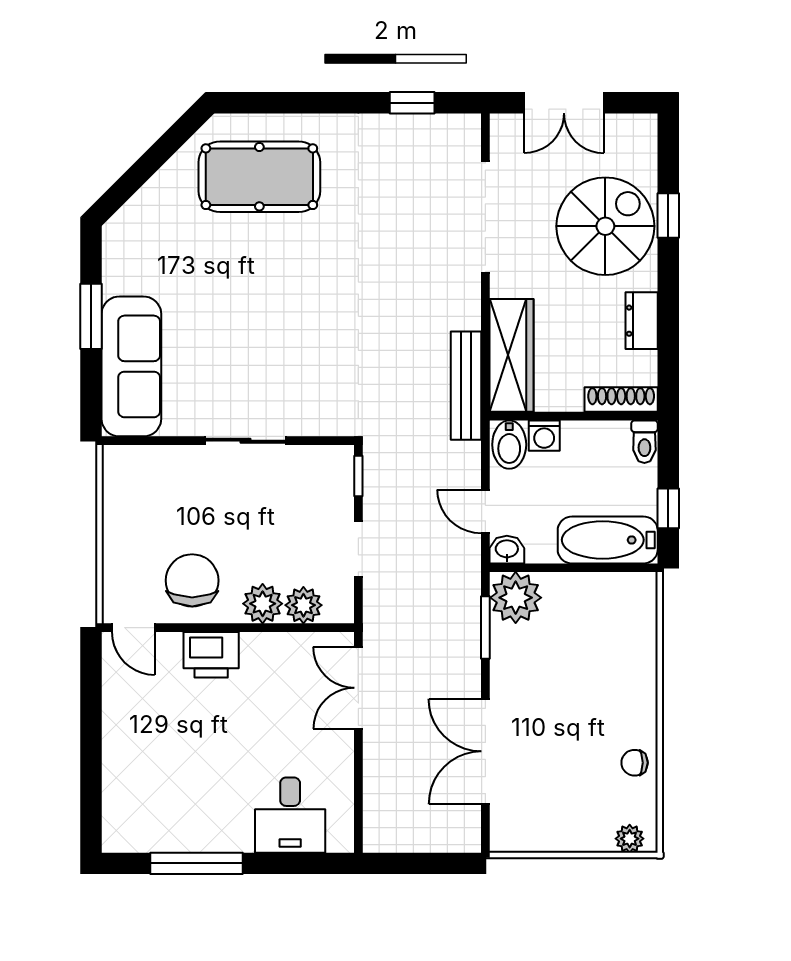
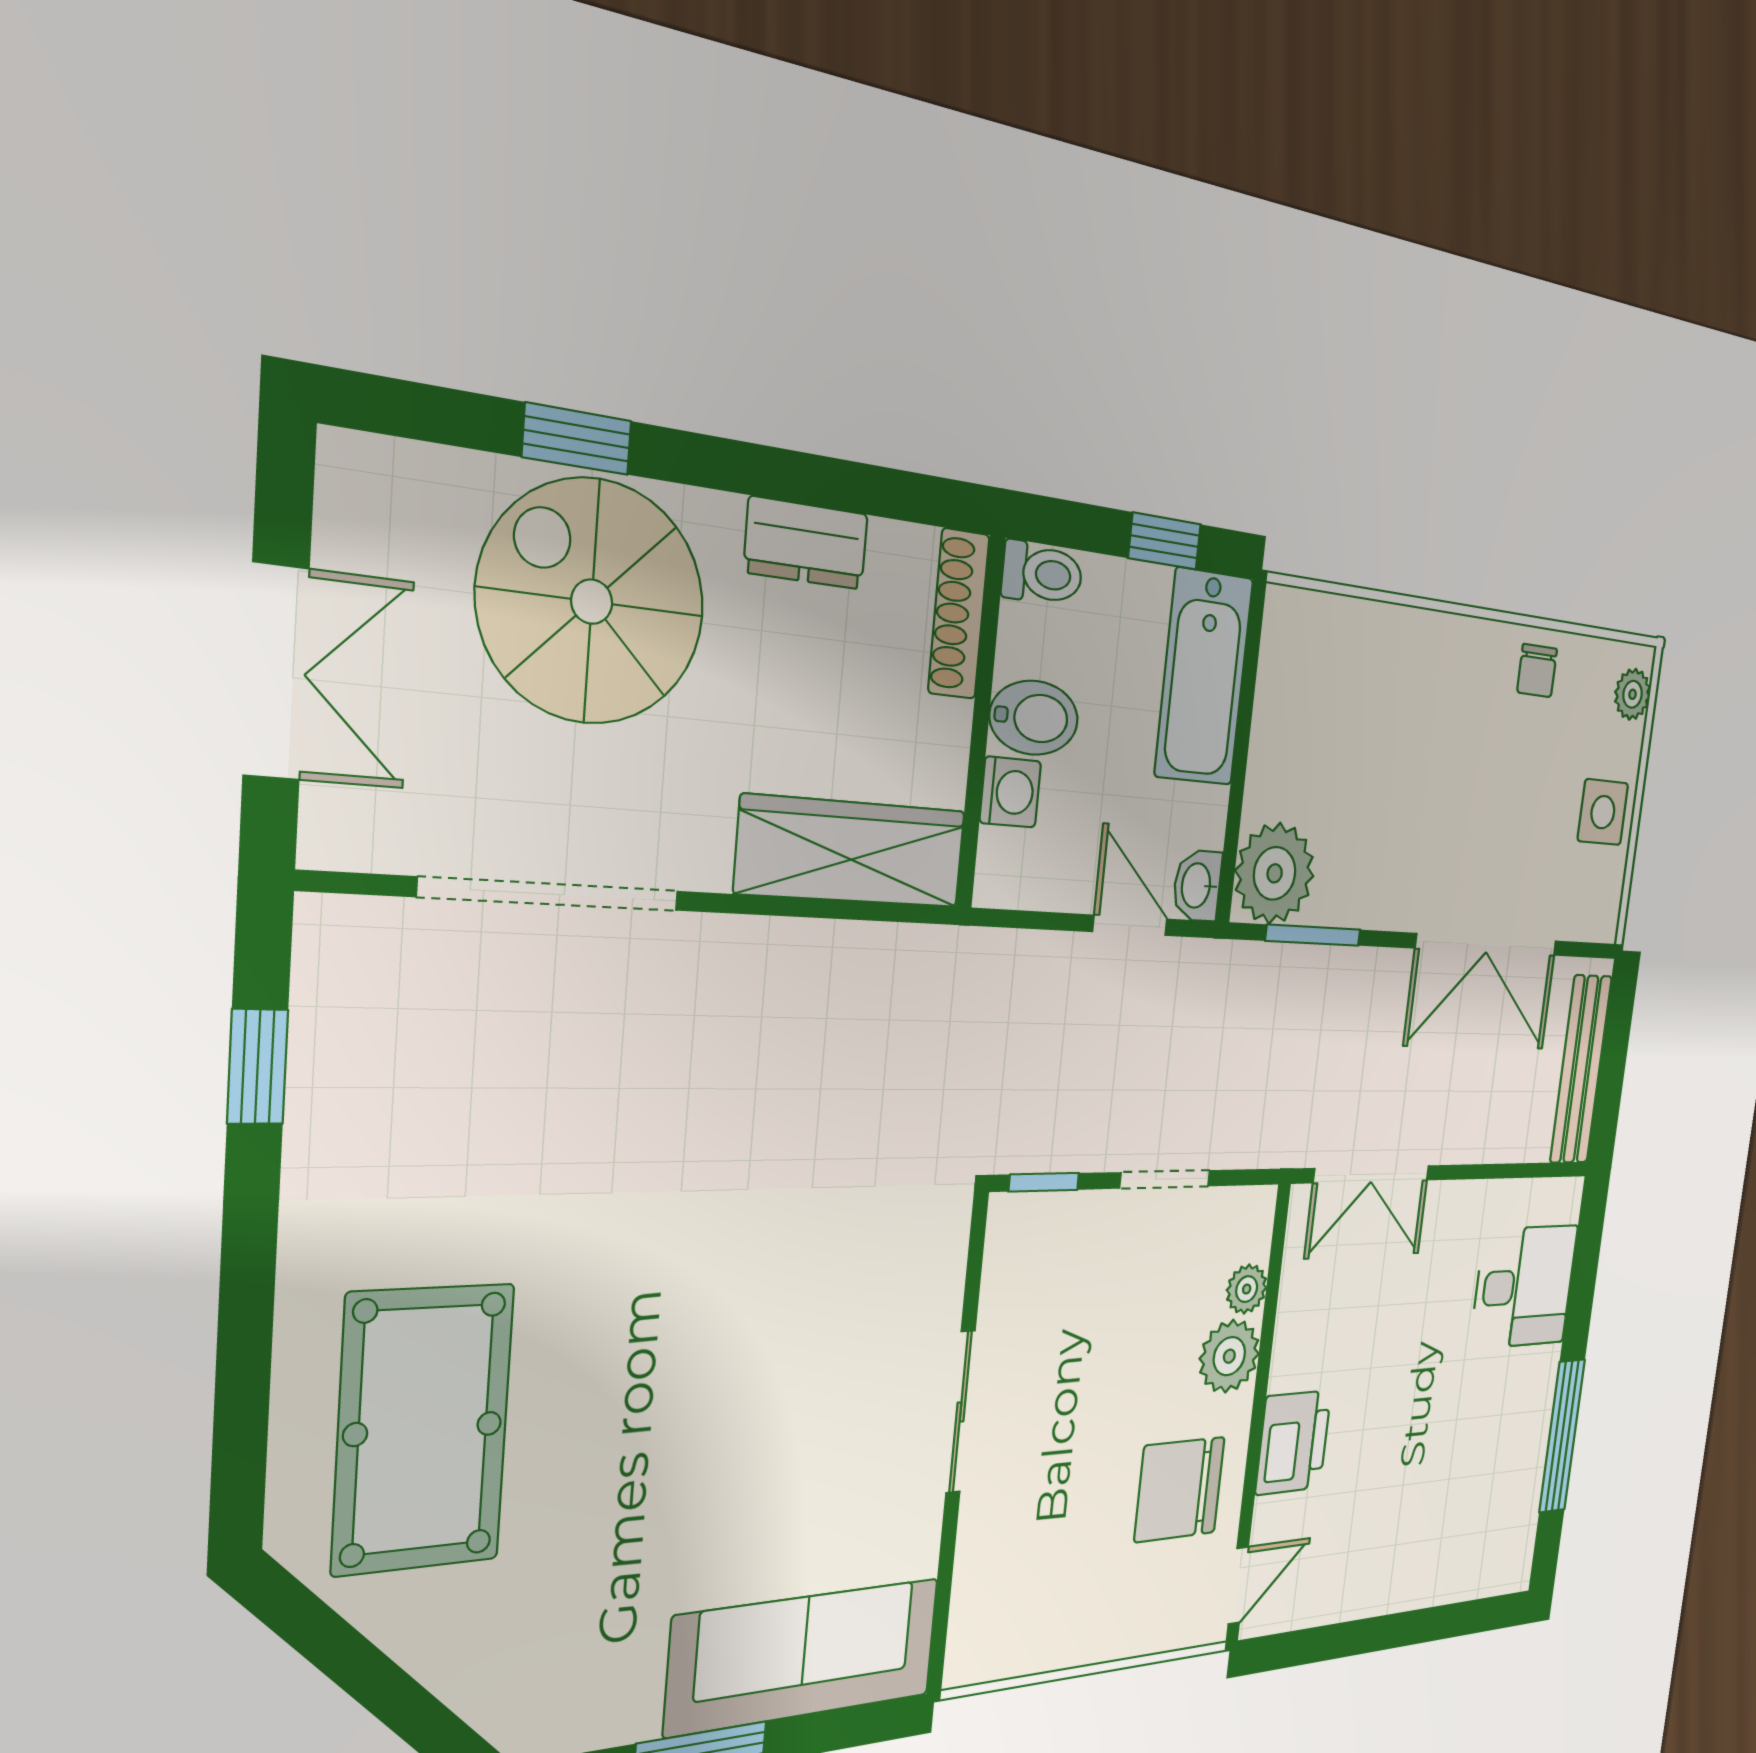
bench: (466, 386) -> (1581, 1070), moved, turned 90
bidet: (509, 445) -> (1034, 718), moved
door: (485, 511) -> (1130, 925), swing flipped
plant: (303, 605) -> (1247, 1289), width x0.73, depth x0.73
side table: (563, 828) -> (1603, 812), added

